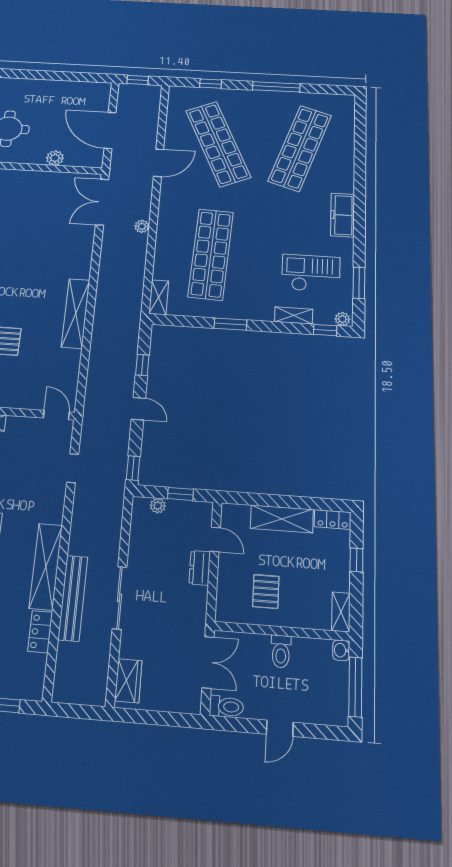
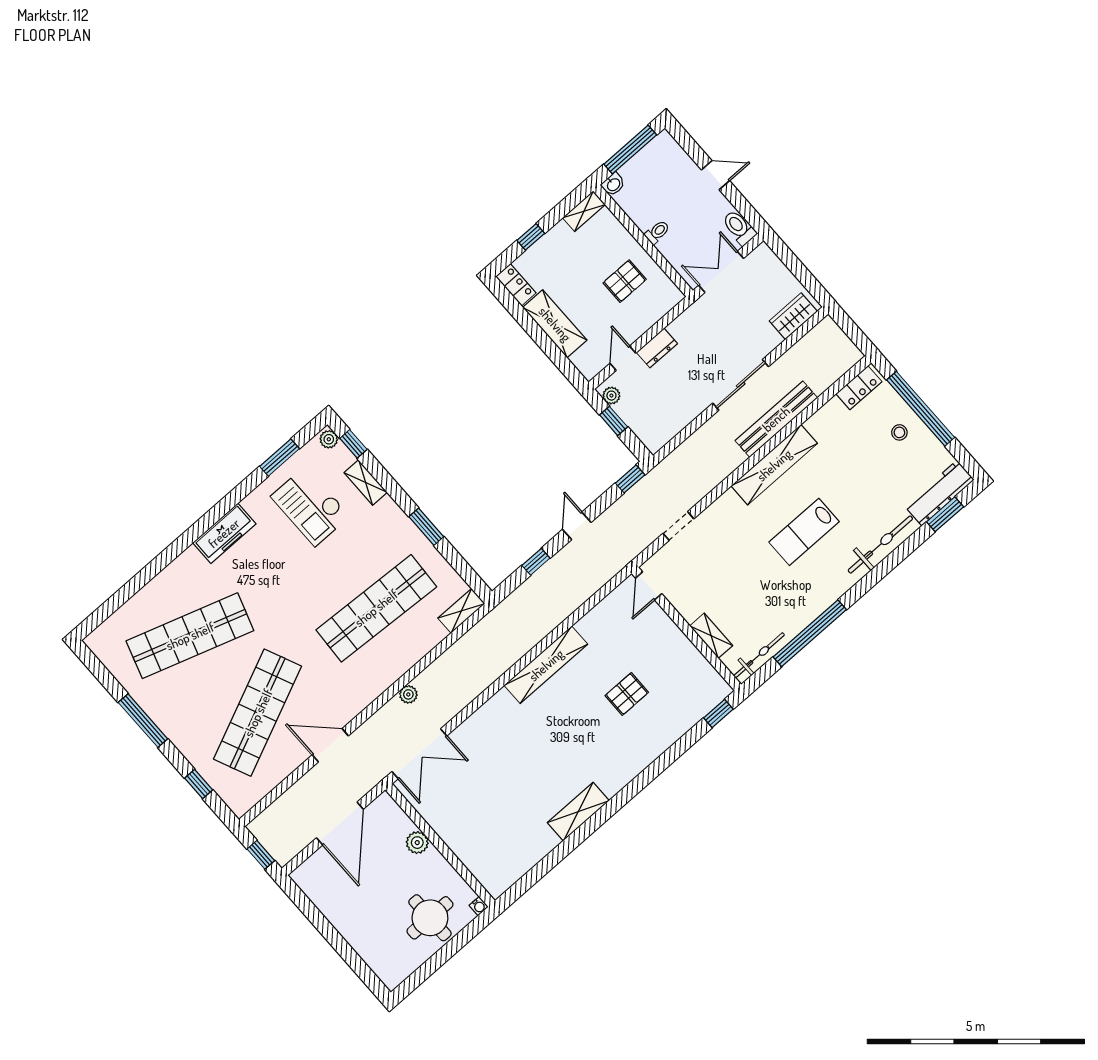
plant: (158, 506) -> (611, 396), moved
locker: (40, 632) -> (859, 388), moved
toilet: (281, 651) -> (657, 232), width x0.73, depth x0.72

